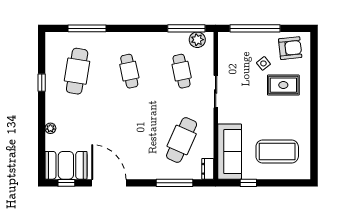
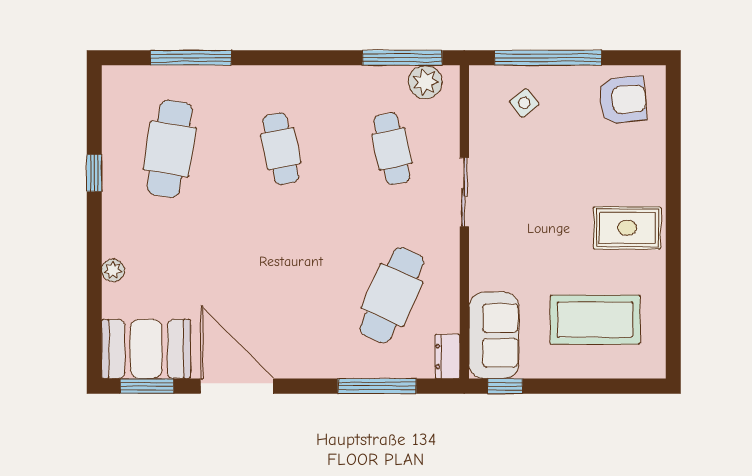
side table: (263, 63) -> (524, 103), moved
rug: (283, 85) -> (627, 228), moved
sofa: (230, 152) -> (494, 335), width x0.73
window: (66, 183) -> (147, 386), width x1.50
window: (248, 183) -> (505, 386), moved

